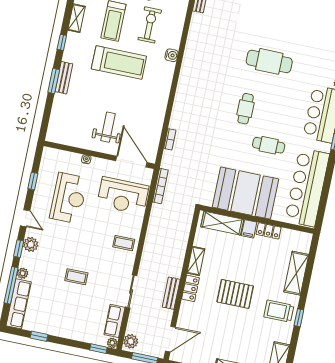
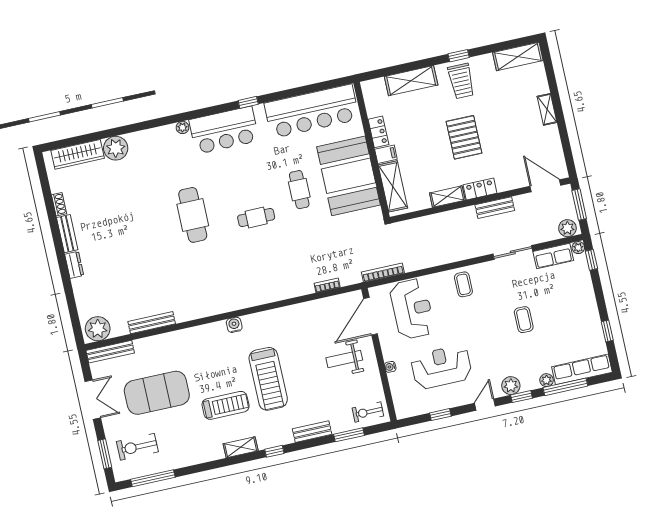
exercise bike: (150, 25) -> (368, 412), moved, width x0.73, depth x0.72
treadmill: (119, 63) -> (268, 379), turned 180
window: (54, 81) -> (349, 435), moved
cafe table: (269, 145) -> (299, 190), moved

